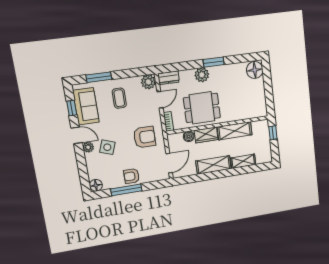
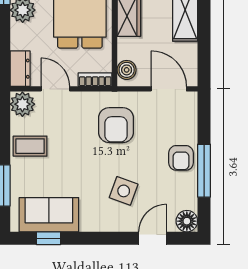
coffee table: (119, 98) -> (30, 146), moved
door: (77, 135) -> (153, 238), moved
boiler: (189, 136) -> (127, 70), moved
armchair: (144, 137) -> (116, 125), turned 180
plant: (88, 147) -> (119, 223), removed

